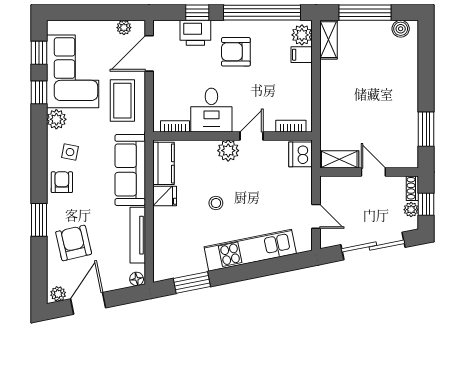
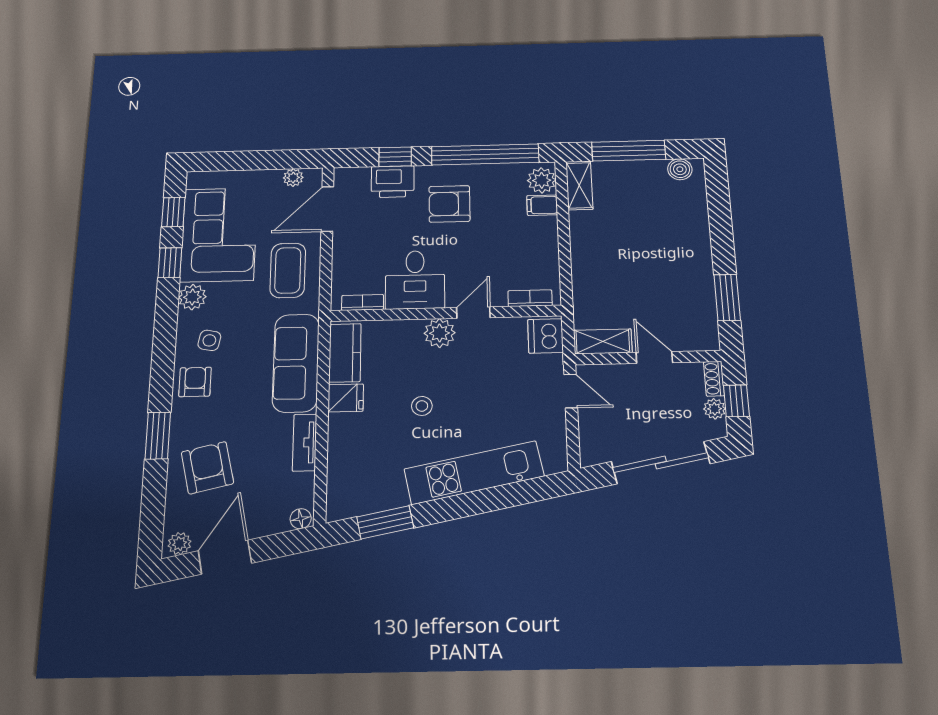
door: (316, 216) -> (571, 391), moved
tv unit: (138, 235) -> (305, 442), width x0.71

